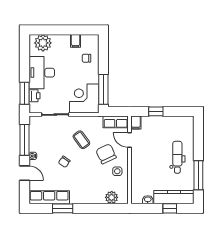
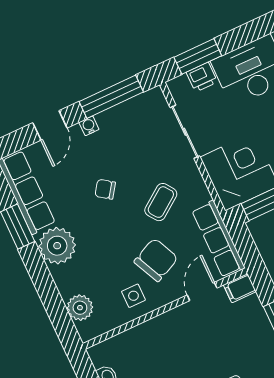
row of seats: (116, 122) -> (218, 239), width x1.48
plant: (79, 195) -> (57, 246), added

